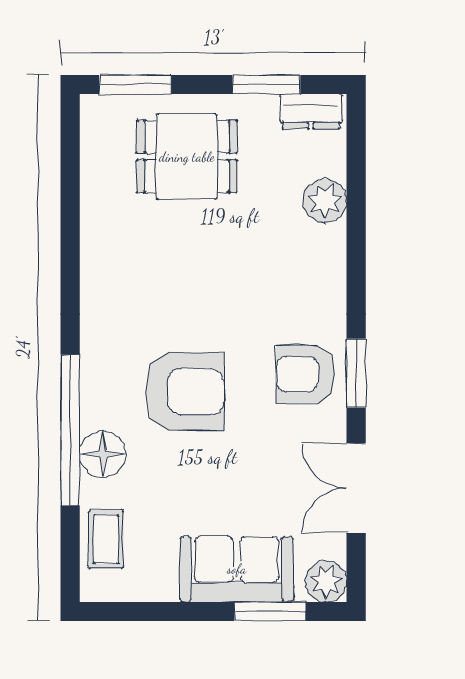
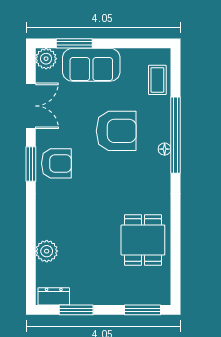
dining table: (187, 157) -> (143, 240), moved, turned 90
armchair: (185, 391) -> (116, 131), moved, turned 180
floor lamp: (103, 454) -> (165, 149), moved, width x0.53, depth x0.53

